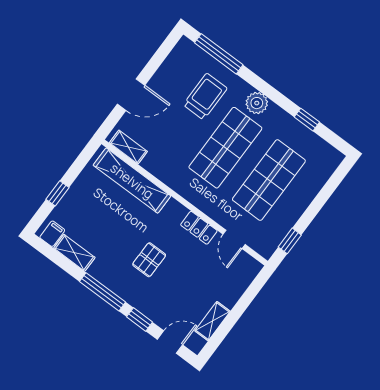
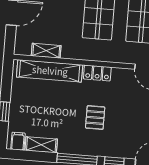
shelving: (128, 147) -> (46, 51), moved
locker: (199, 228) -> (97, 73), moved

